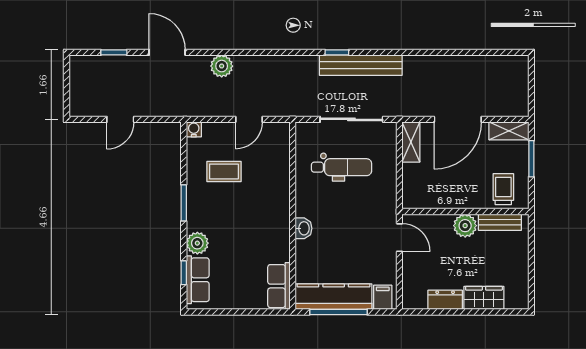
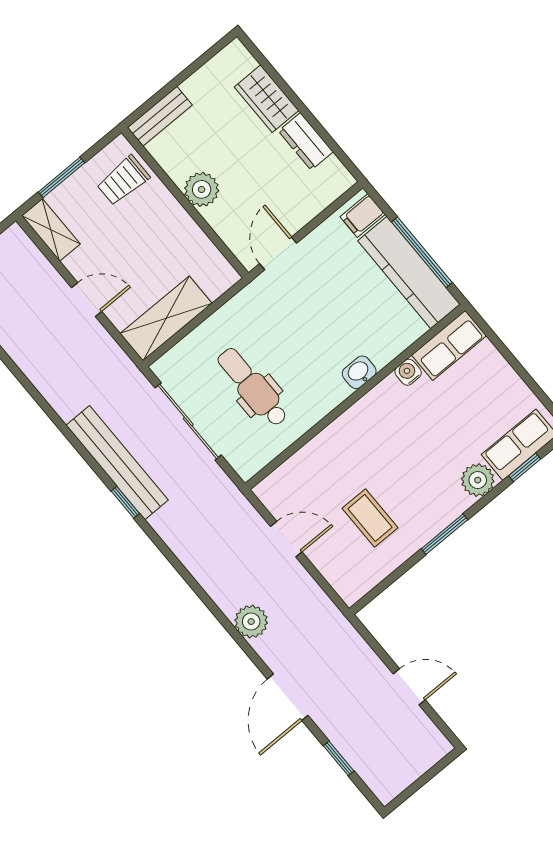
door: (458, 119) -> (87, 299), width x0.53
water cooler: (194, 129) -> (408, 372), moved, turned 90
shelving: (411, 142) -> (166, 318), width x1.50, depth x1.33
bench: (500, 222) -> (160, 116), moved, turned 90

